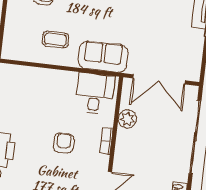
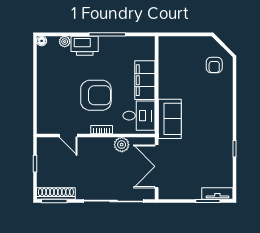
coffee table: (55, 40) -> (179, 79), removed
filing cabinet: (52, 81) -> (145, 80), added
armchair: (64, 143) -> (96, 95), width x1.88, depth x1.88

